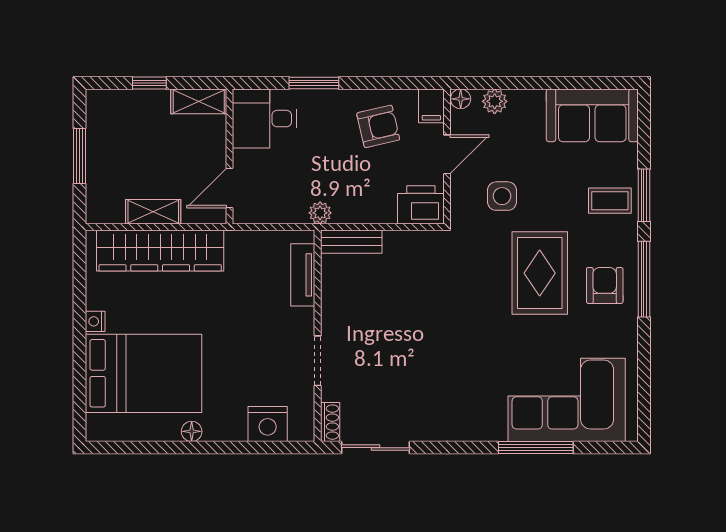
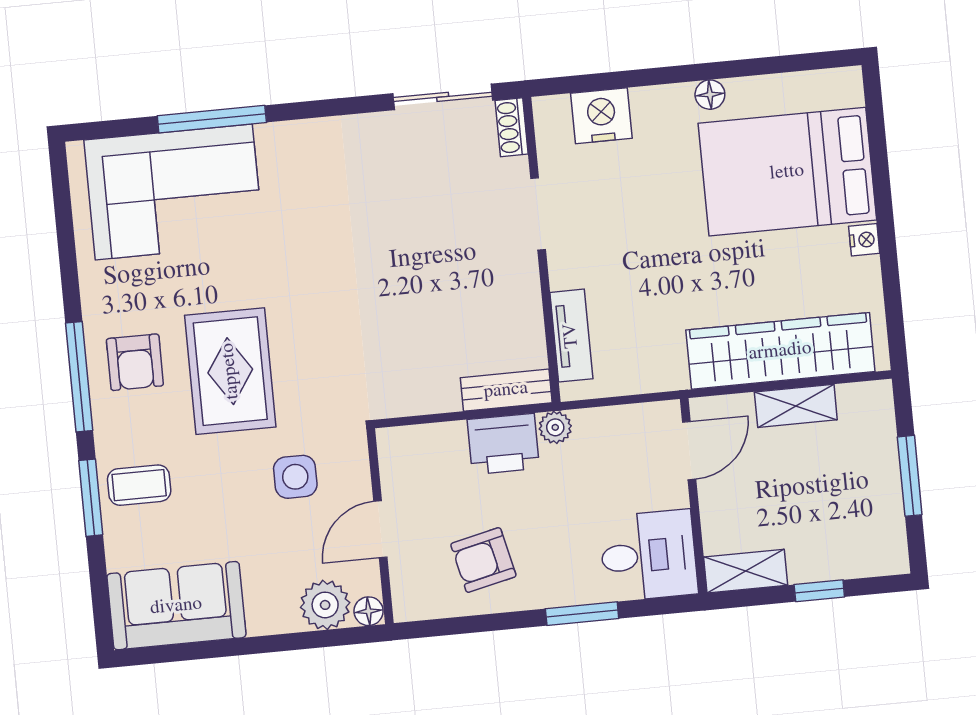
plant: (495, 101) -> (325, 605), width x1.38, depth x1.38
filing cabinet: (431, 106) -> (410, 597), removed
printer: (421, 205) -> (503, 444), moved

